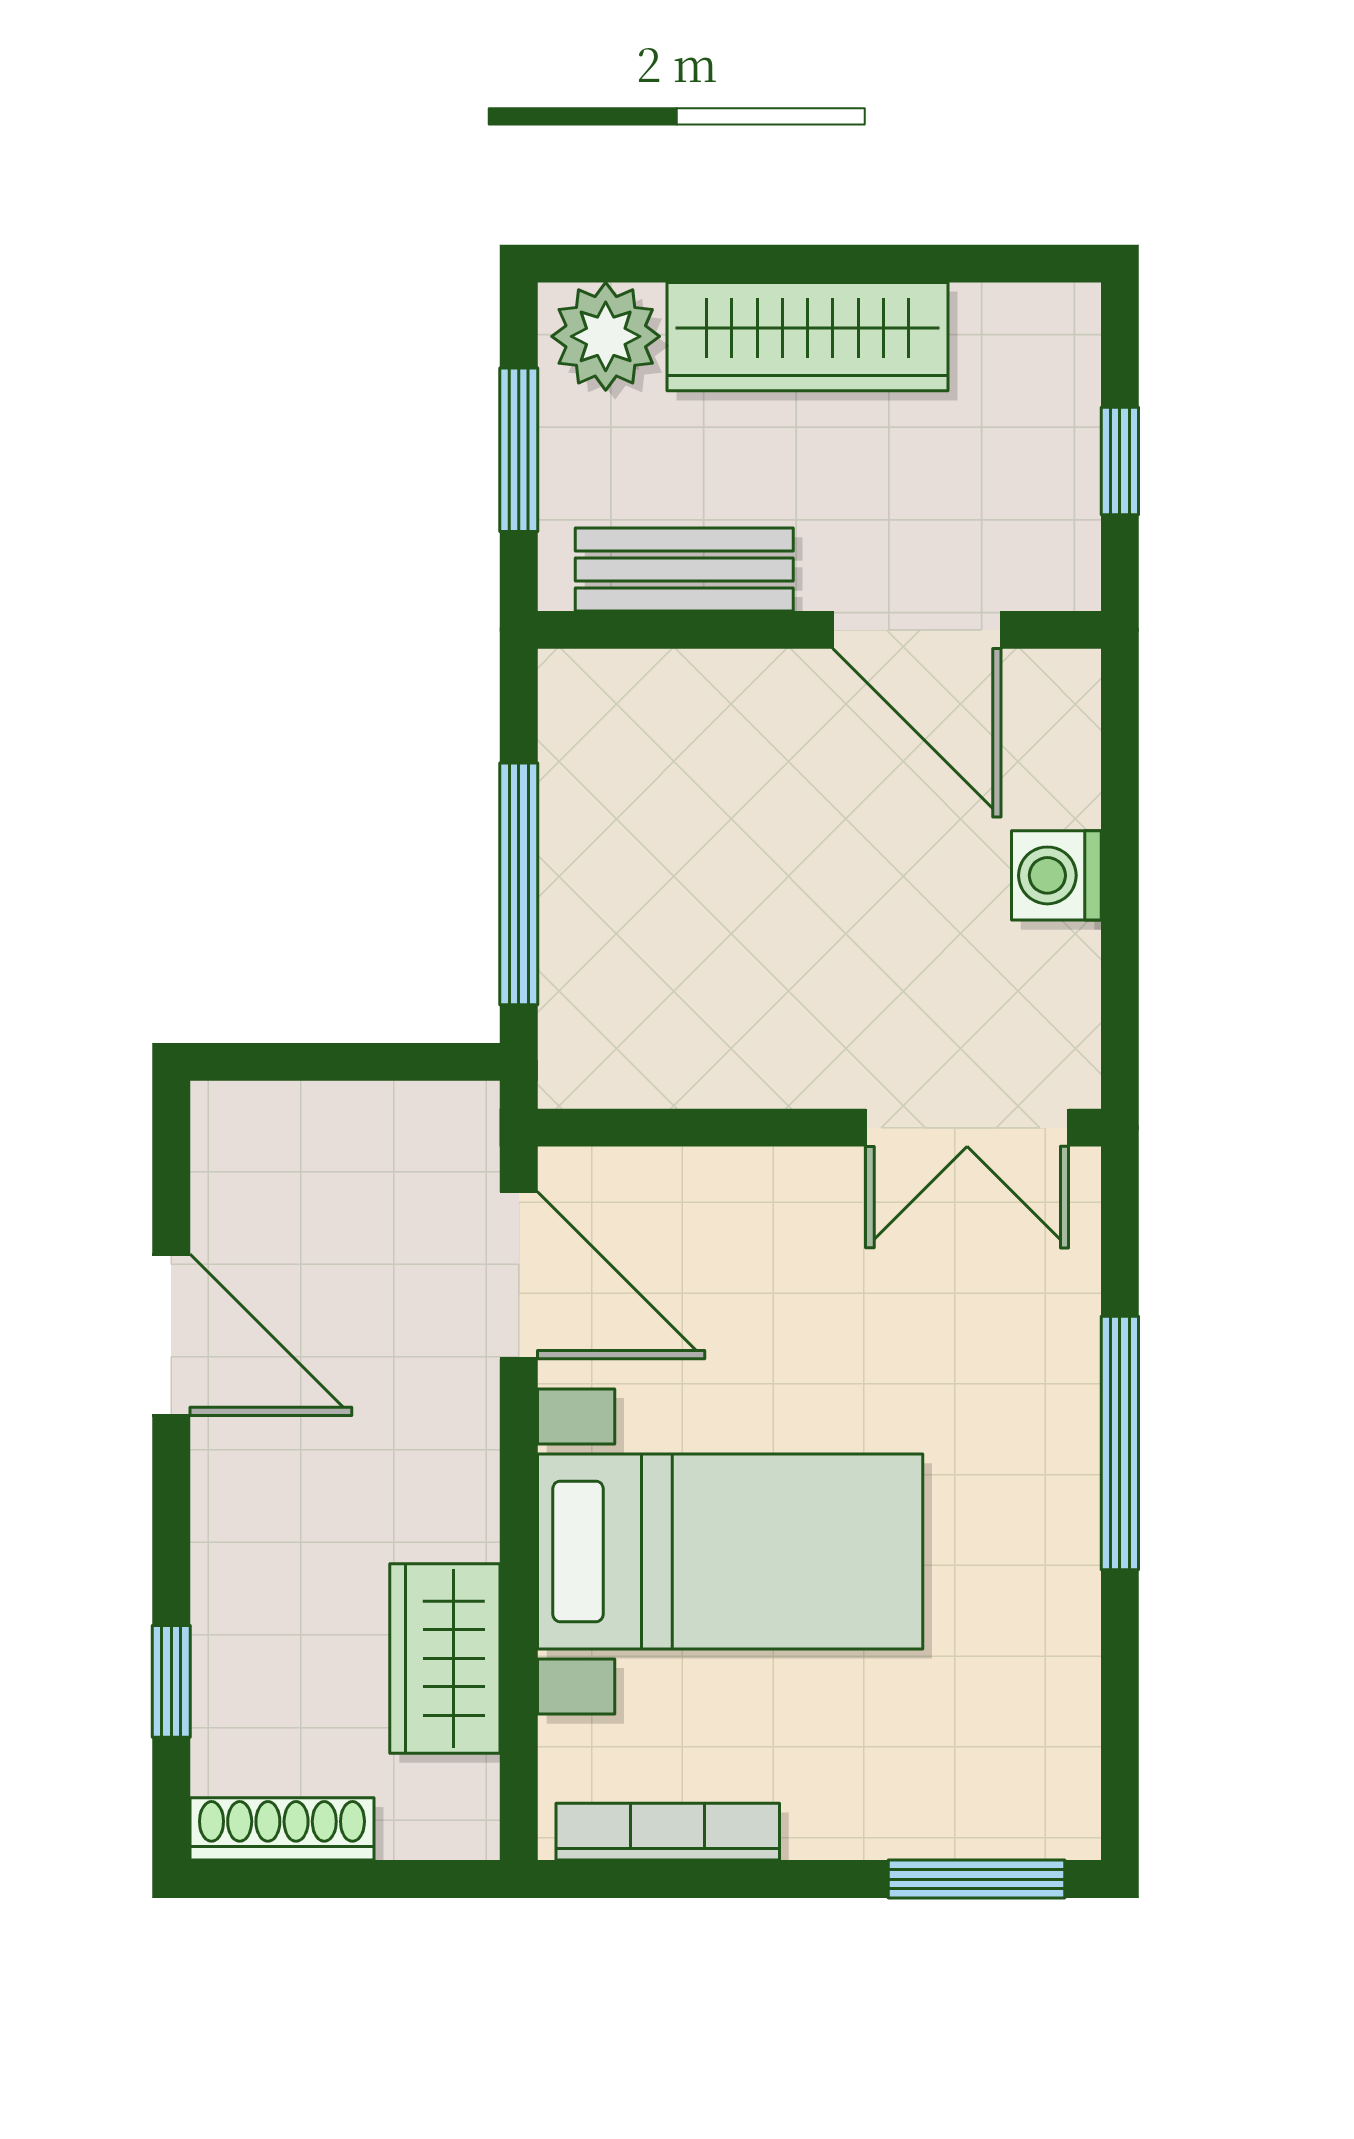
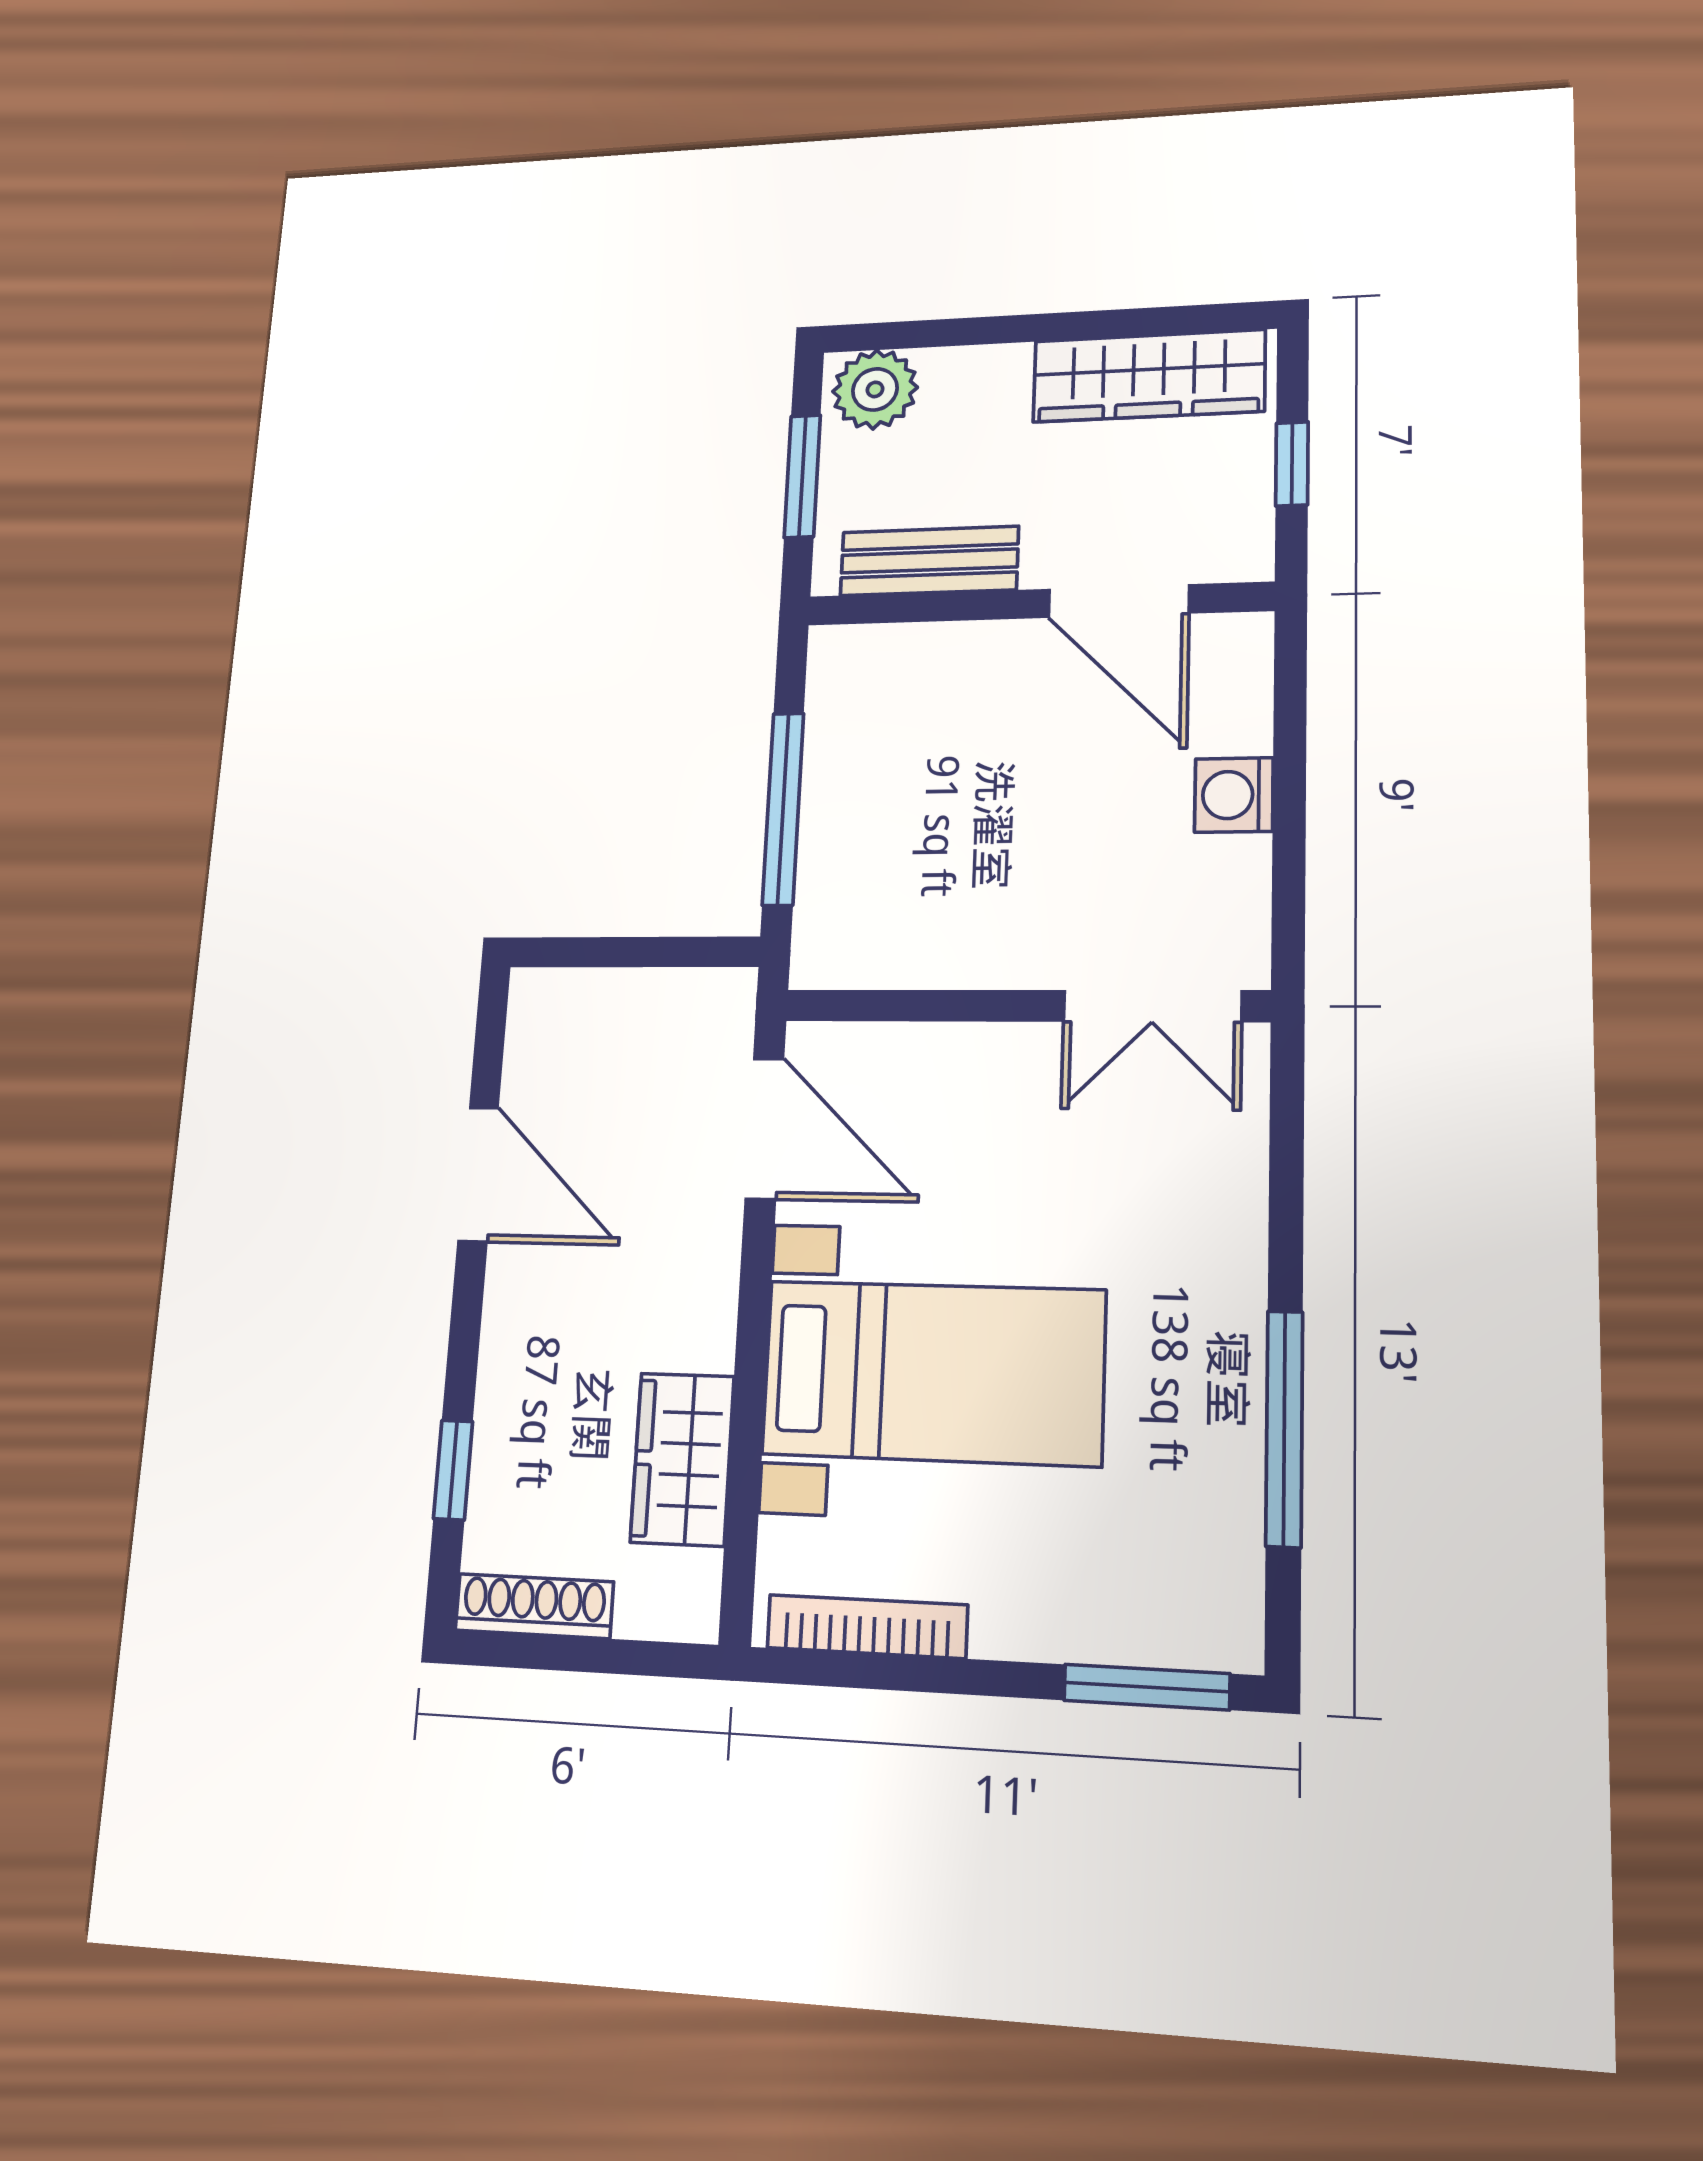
wardrobe: (808, 337) -> (1149, 376), moved
window: (1120, 1443) -> (1284, 1428), moved

